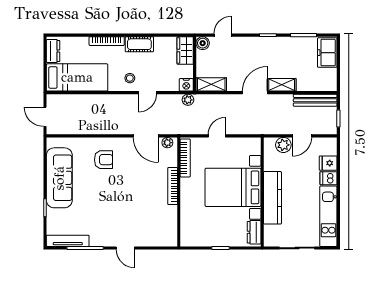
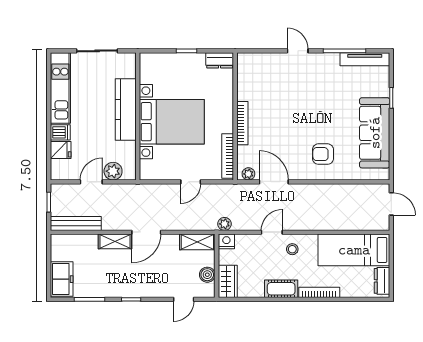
boiler: (203, 43) -> (207, 275), moved
dresser: (254, 232) -> (220, 60), moved, turned 90

